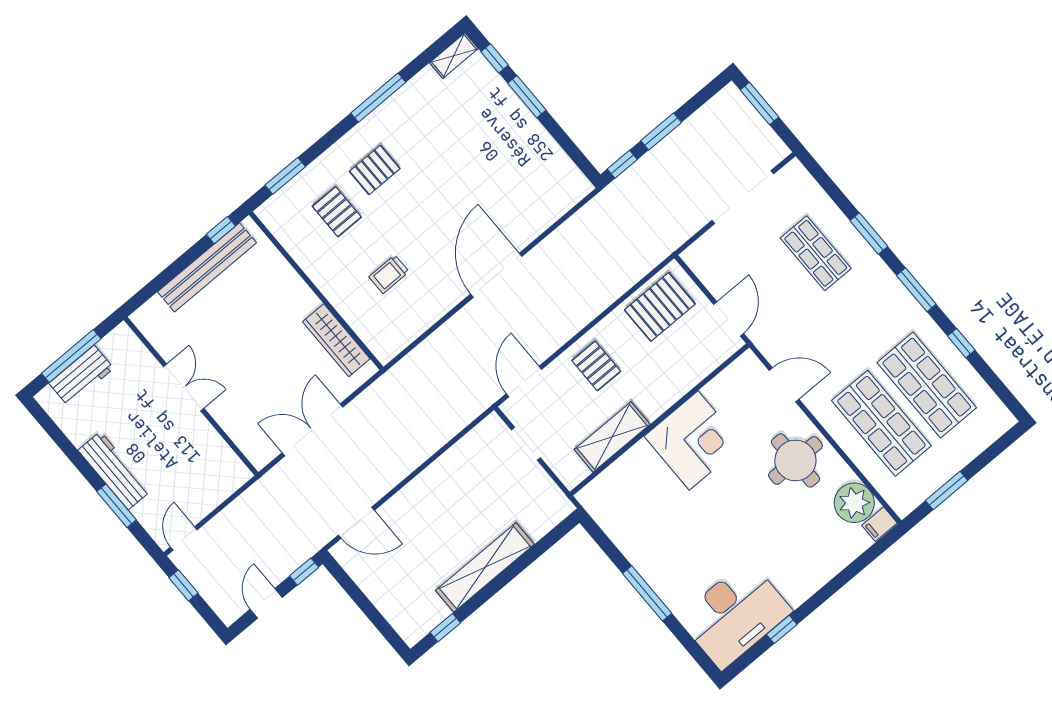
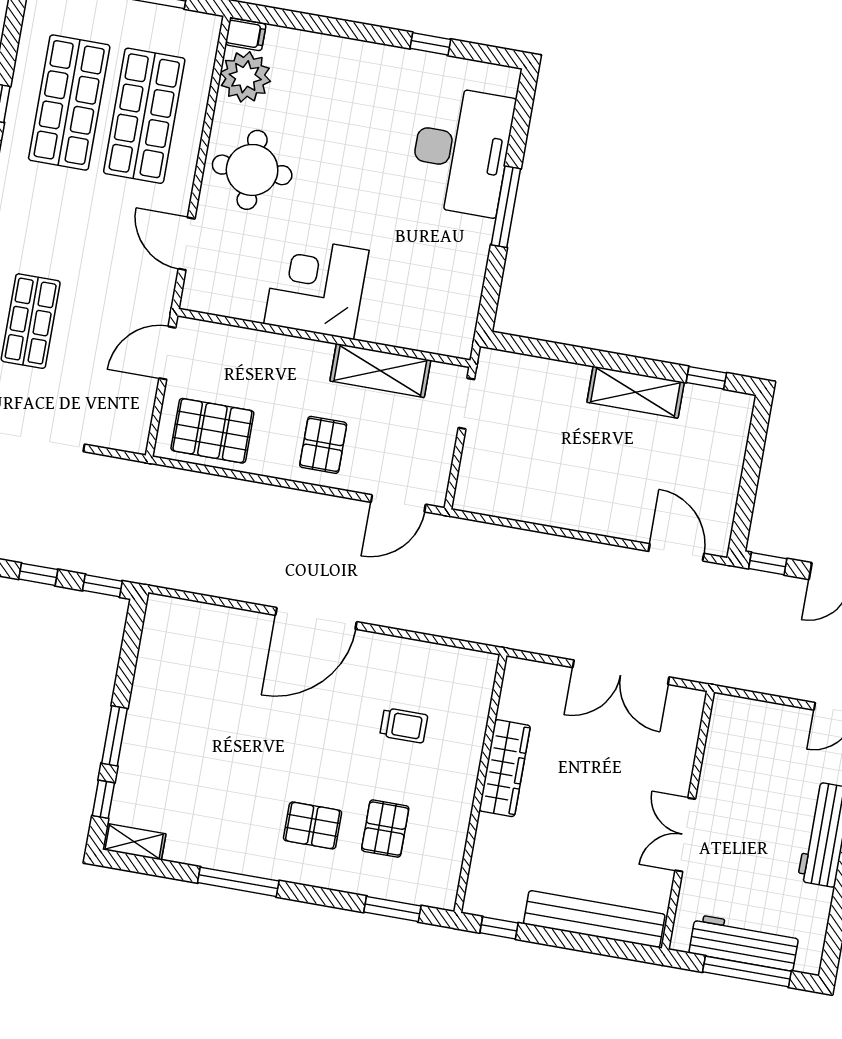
window: (661, 132) -> (38, 574), width x0.67
bench: (207, 267) -> (594, 919), moved
wardrobe: (336, 340) -> (505, 768), moved
workbench: (81, 376) -> (744, 943), width x1.38
doorway: (526, 444) -> (466, 404), moved
shelving: (485, 567) -> (636, 392), width x0.68
desk: (735, 614) -> (461, 151), moved, turned 90

